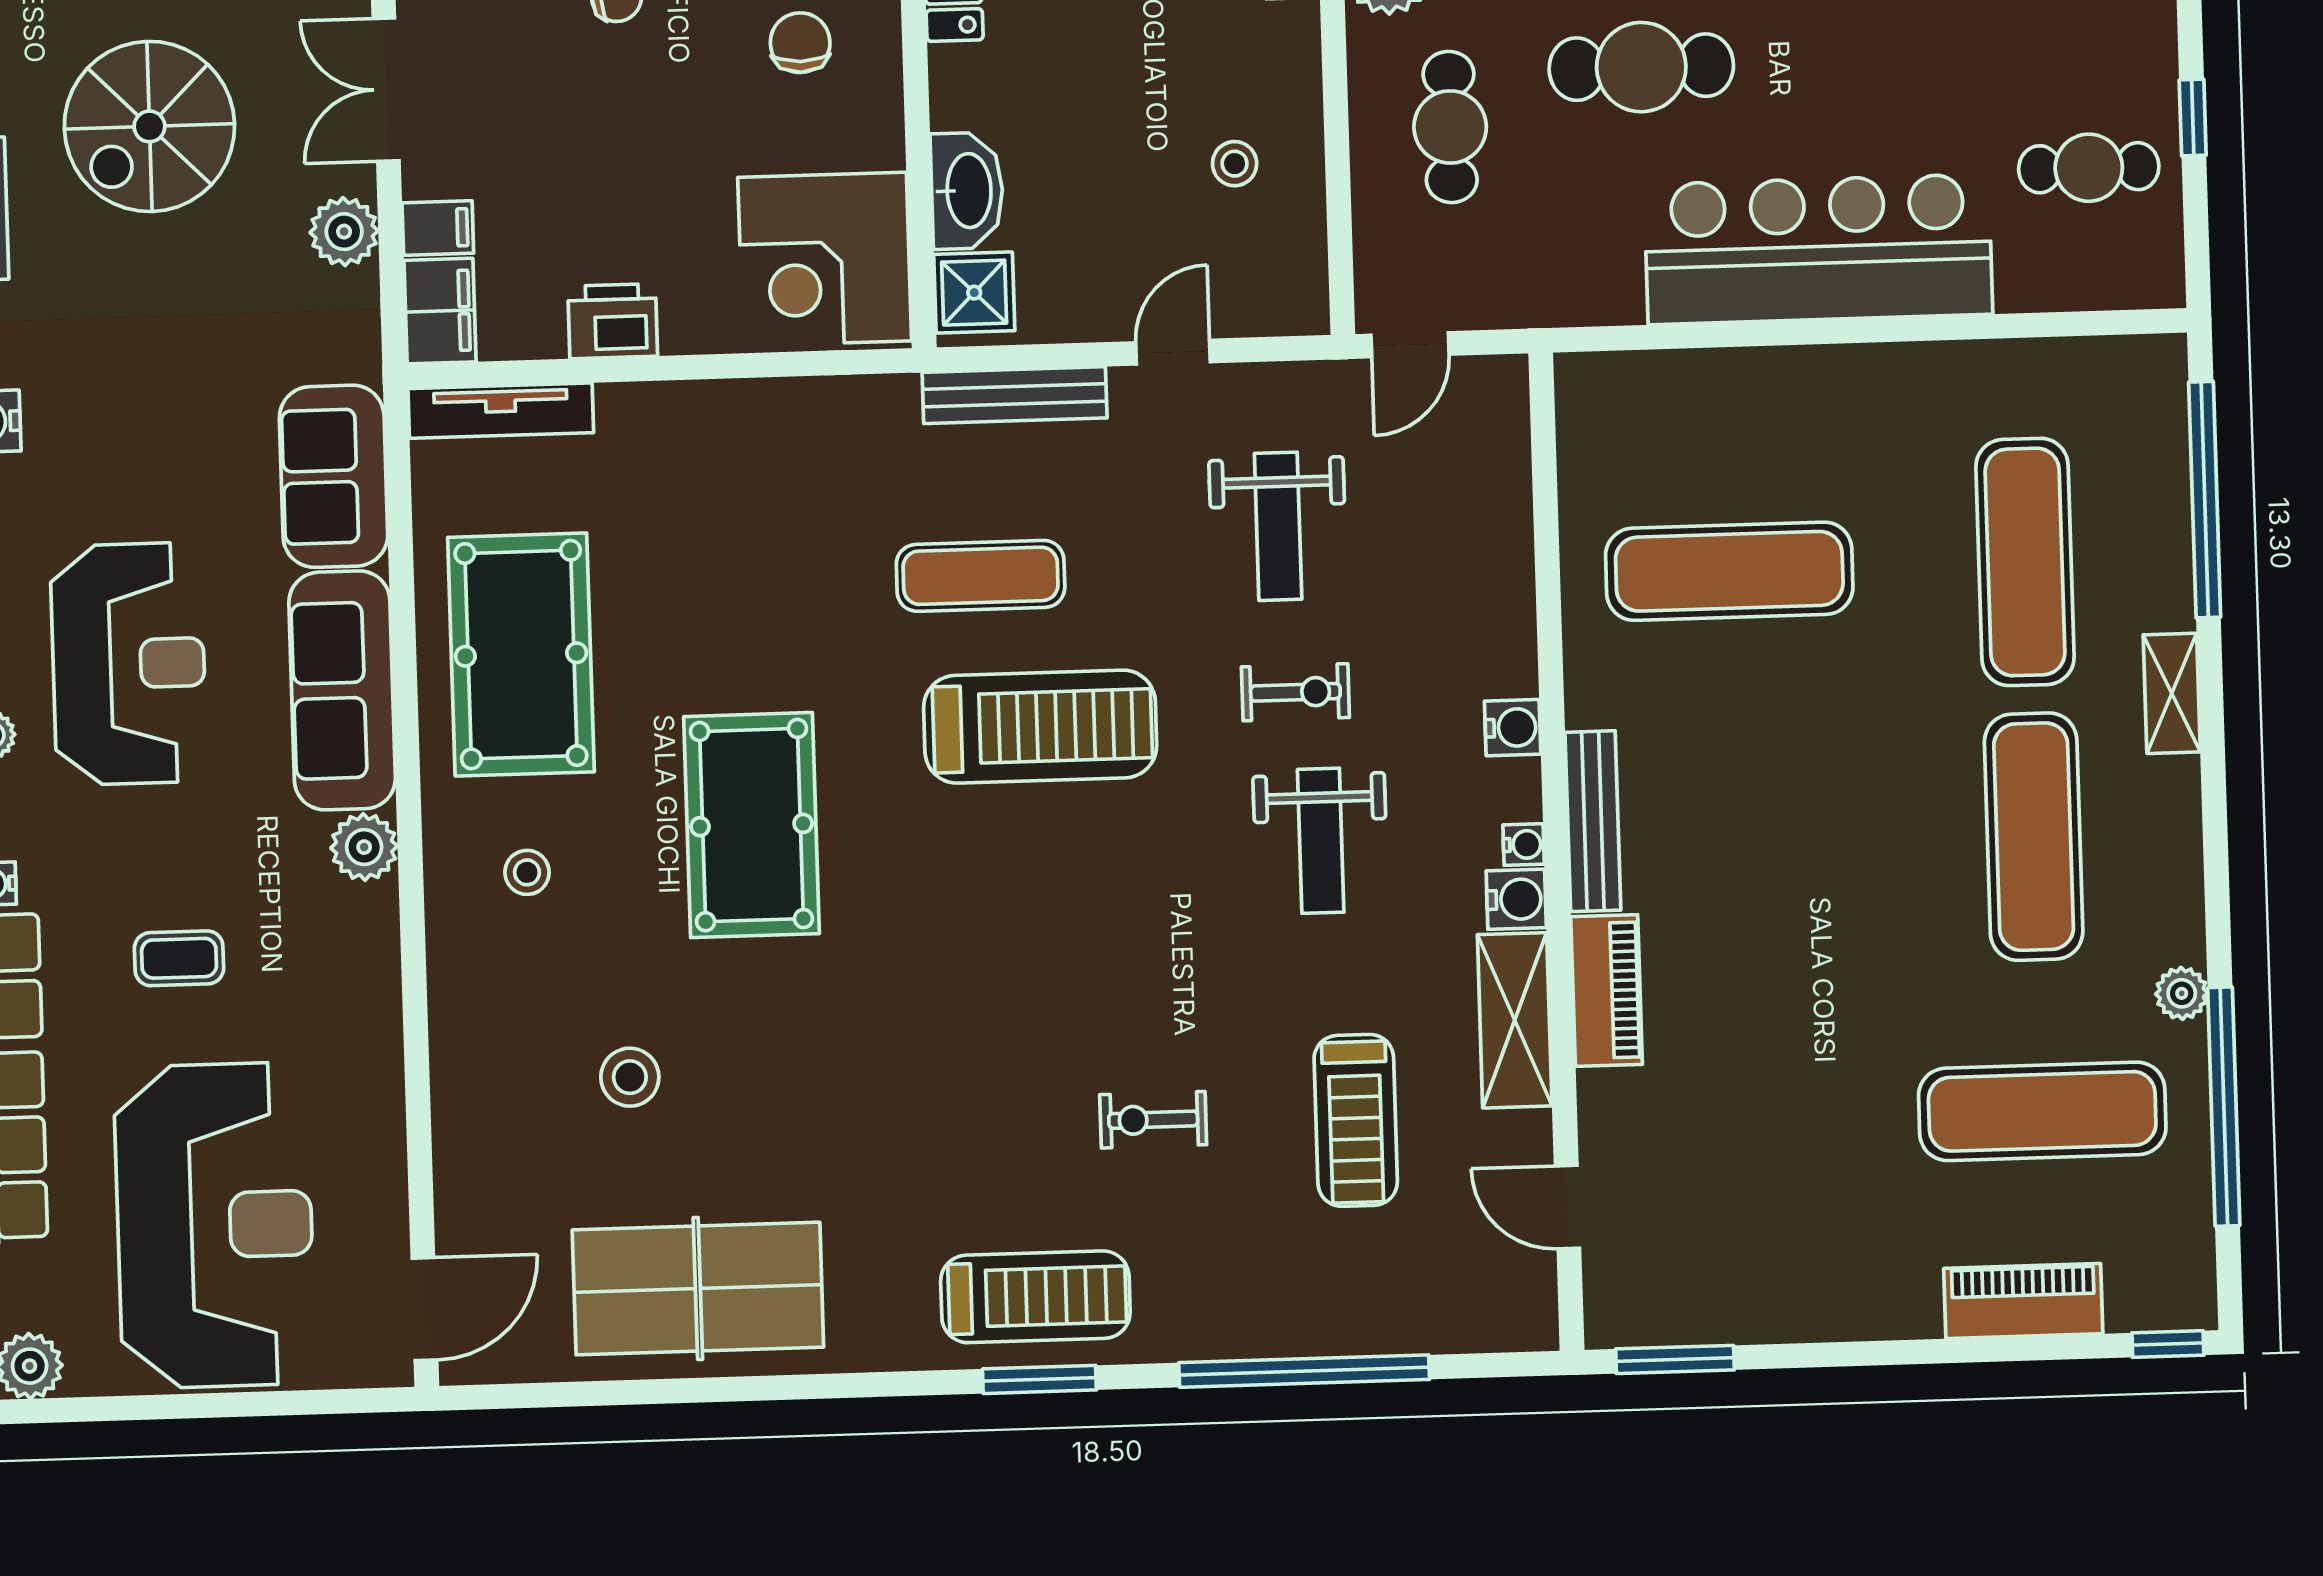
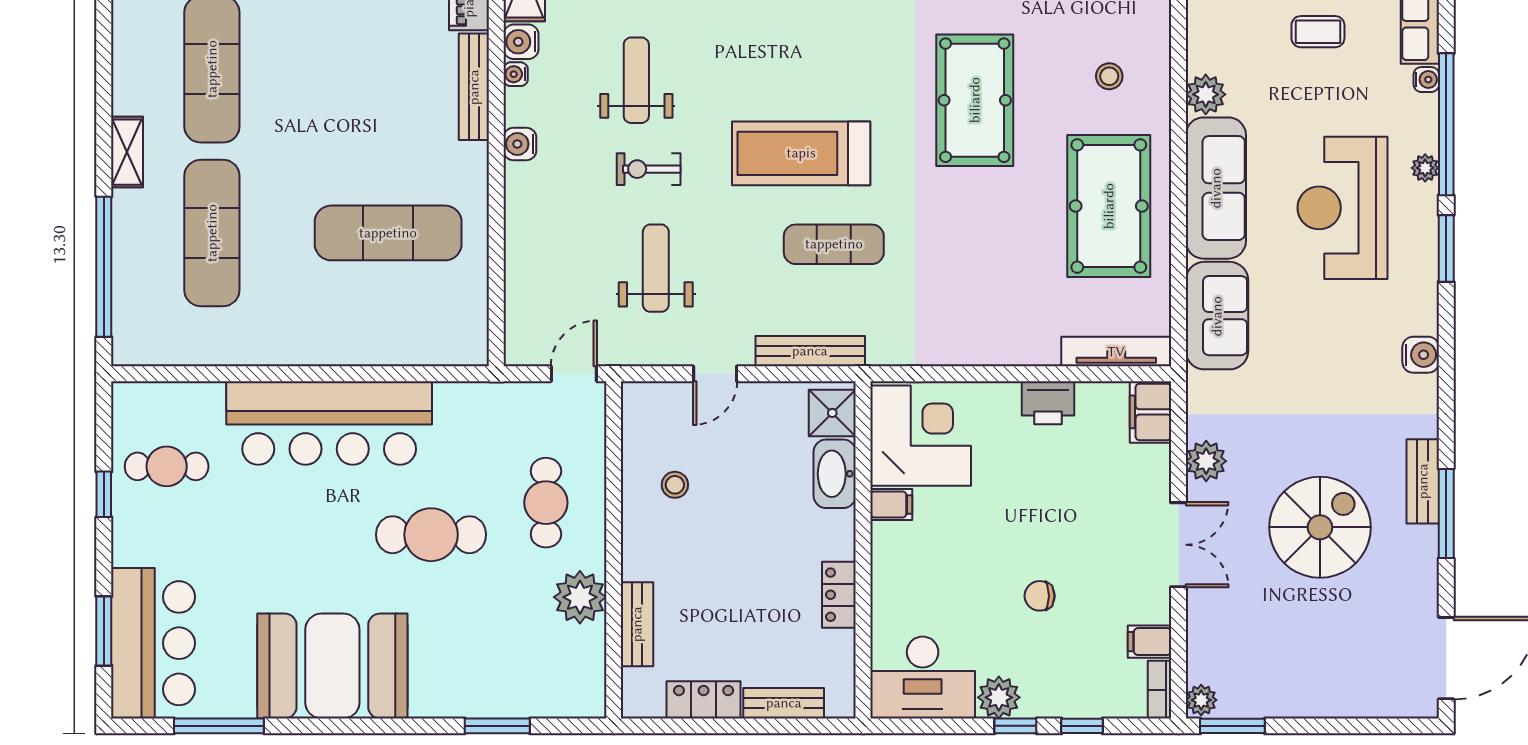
chair: (800, 43) -> (931, 565), removed
filing cabinet: (438, 228) -> (891, 504), moved, turned 180

